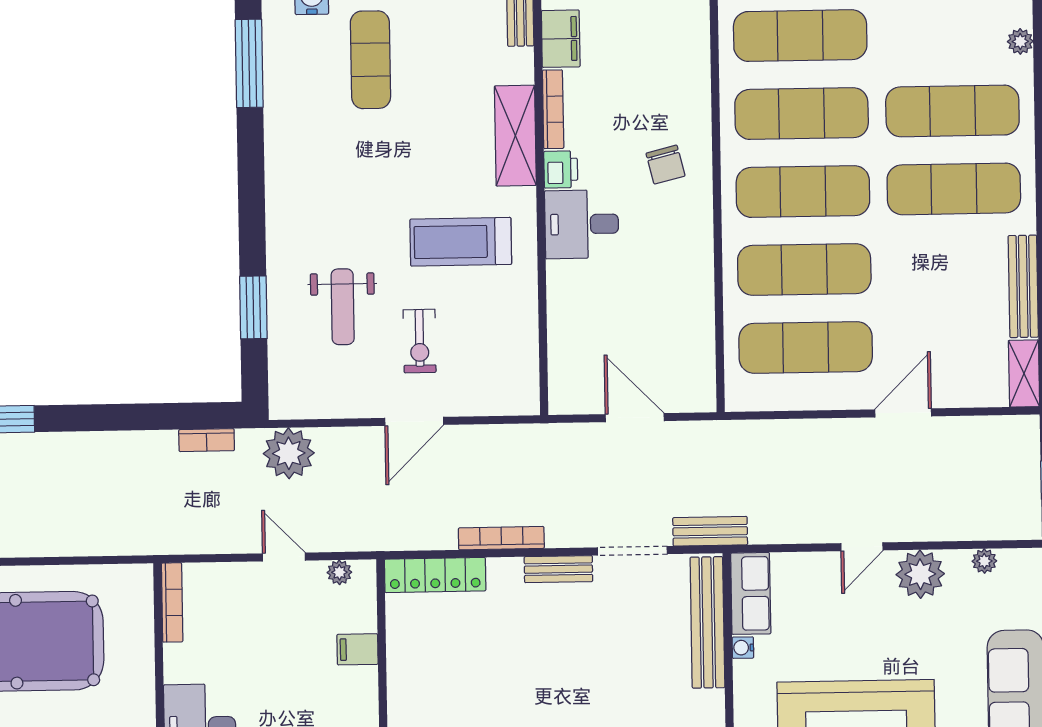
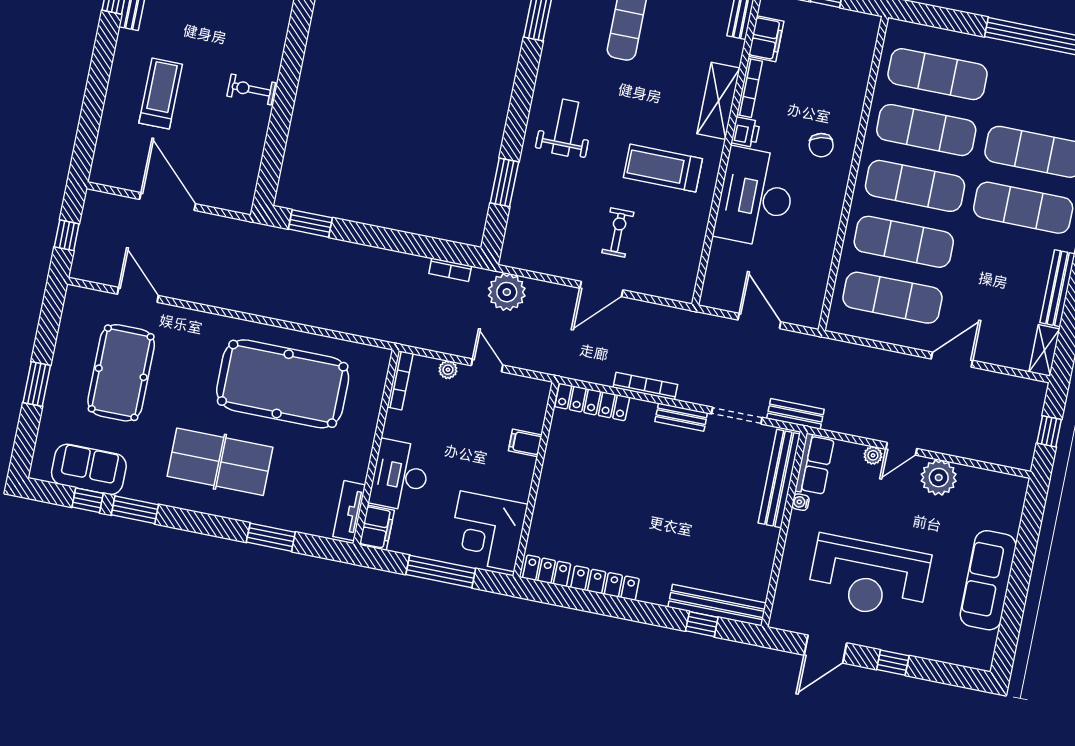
desk: (582, 224) -> (756, 197), width x1.87, depth x1.30
weight bench: (343, 307) -> (565, 128), moved, turned 180
exercise bike: (420, 341) -> (618, 232), turned 180
plant: (984, 561) -> (873, 455), moved
plant: (339, 572) -> (448, 370), moved

